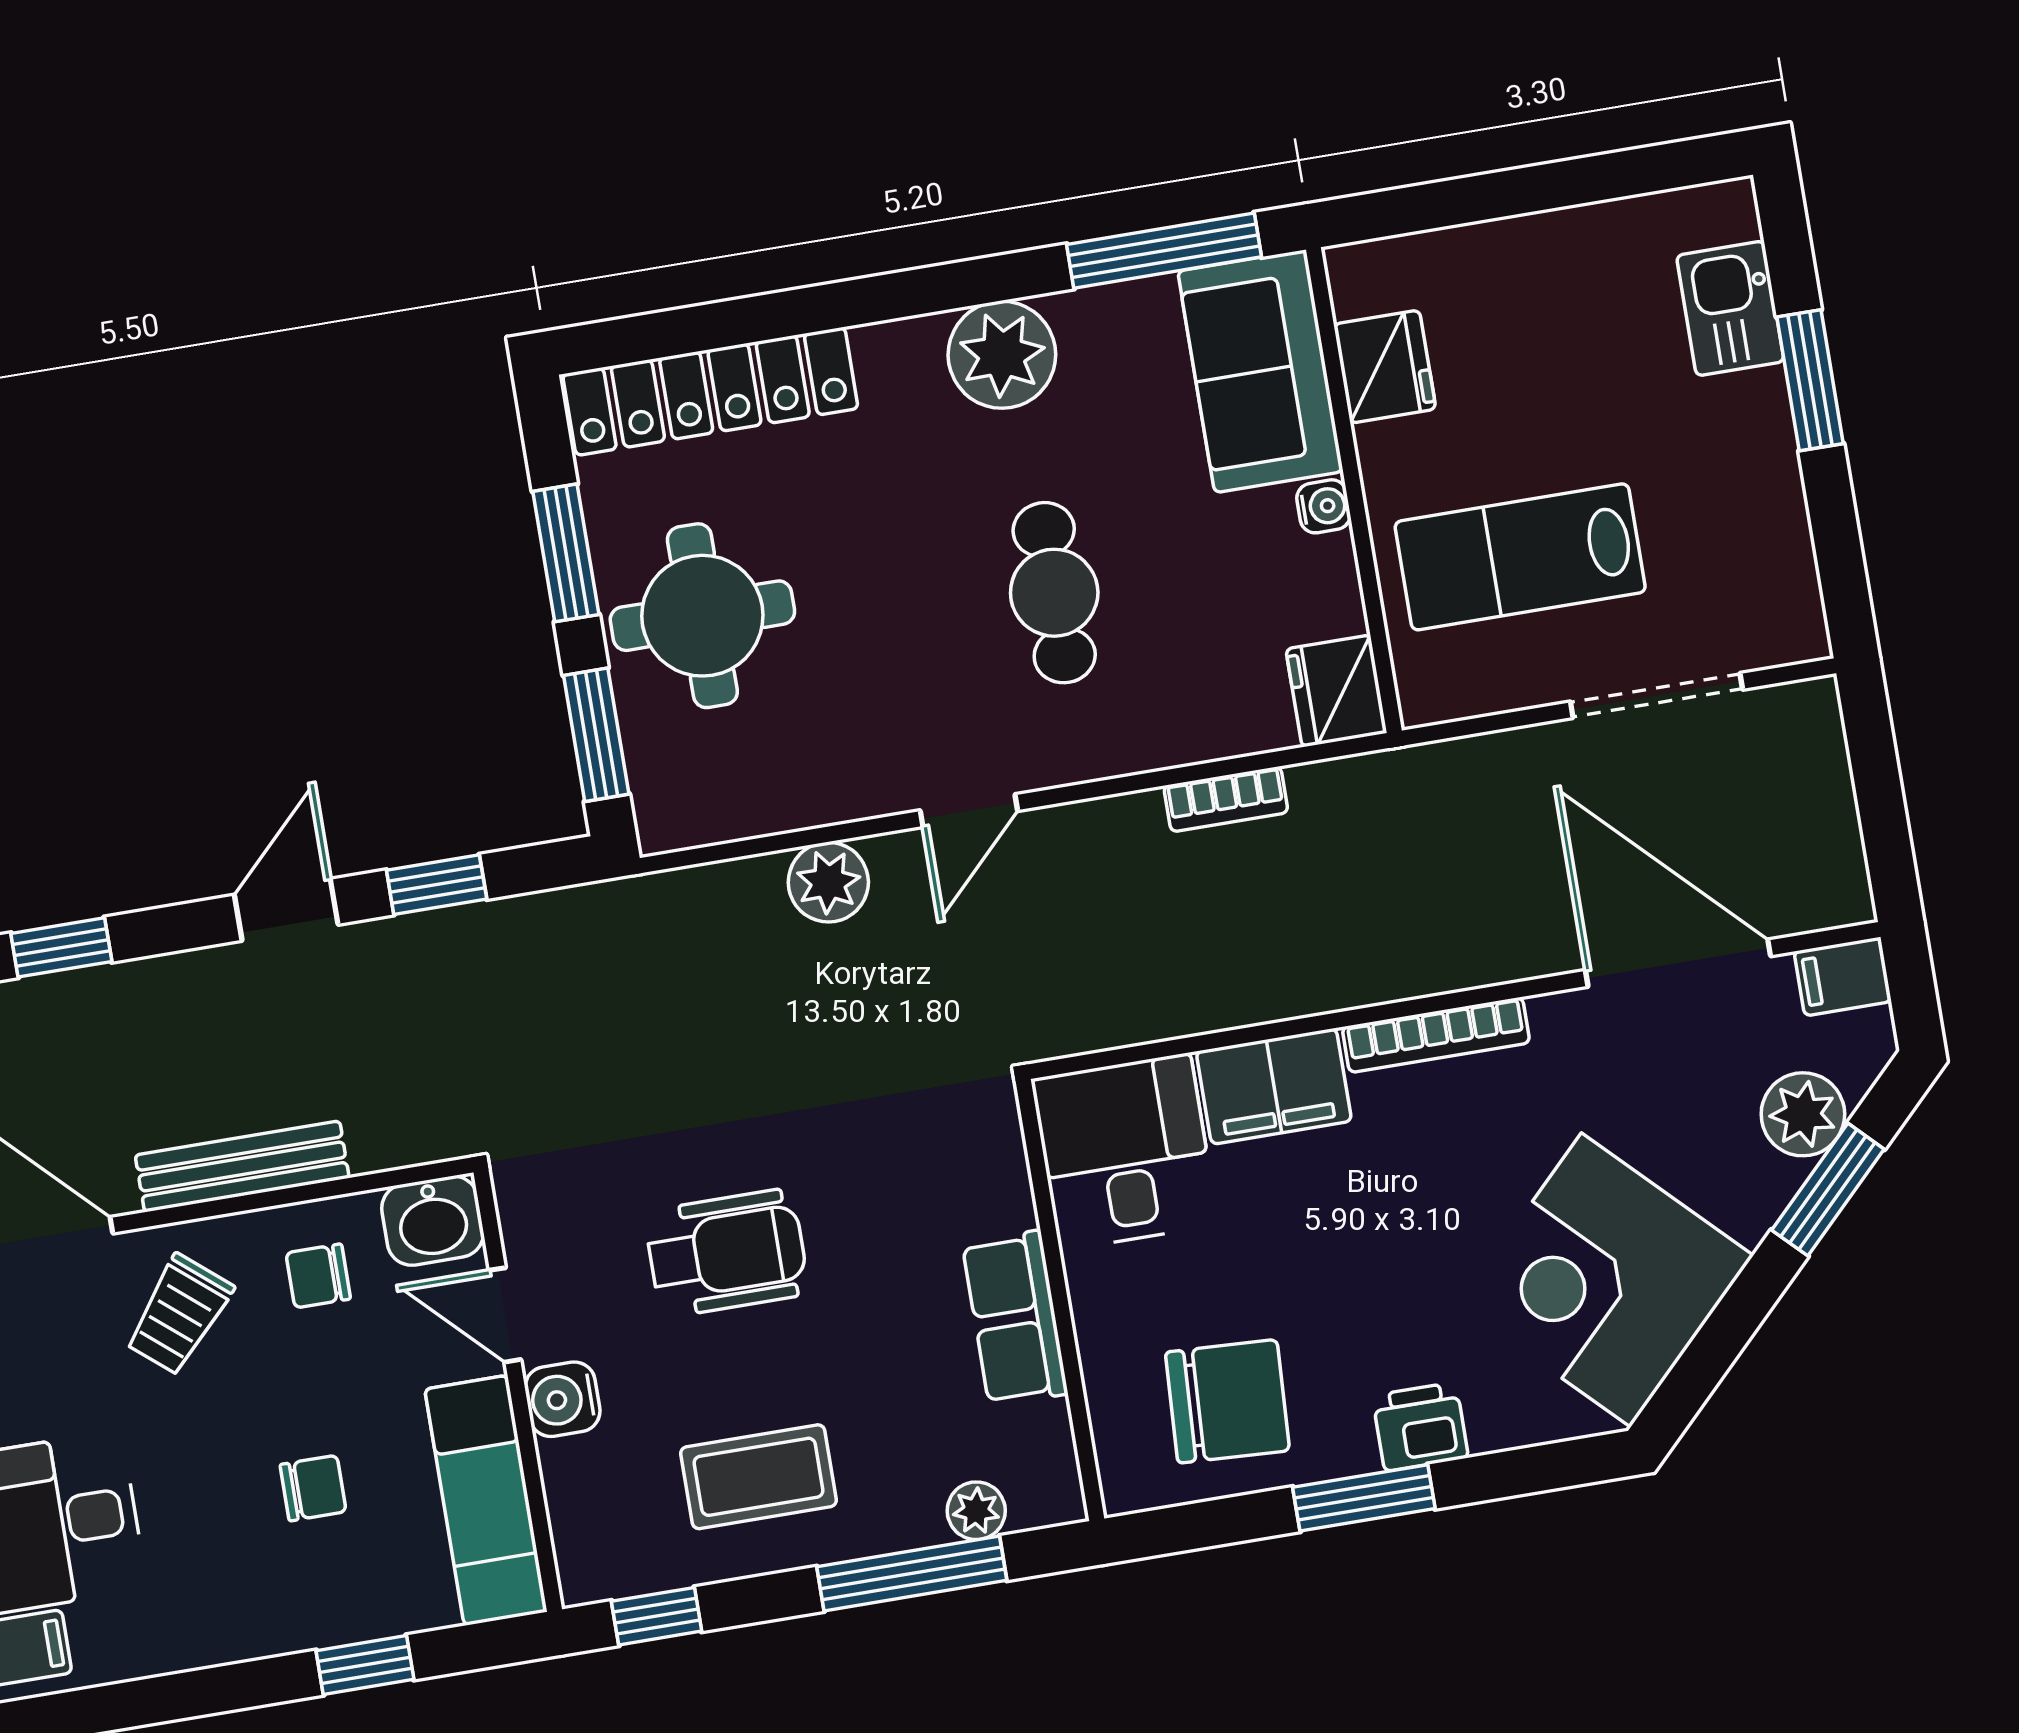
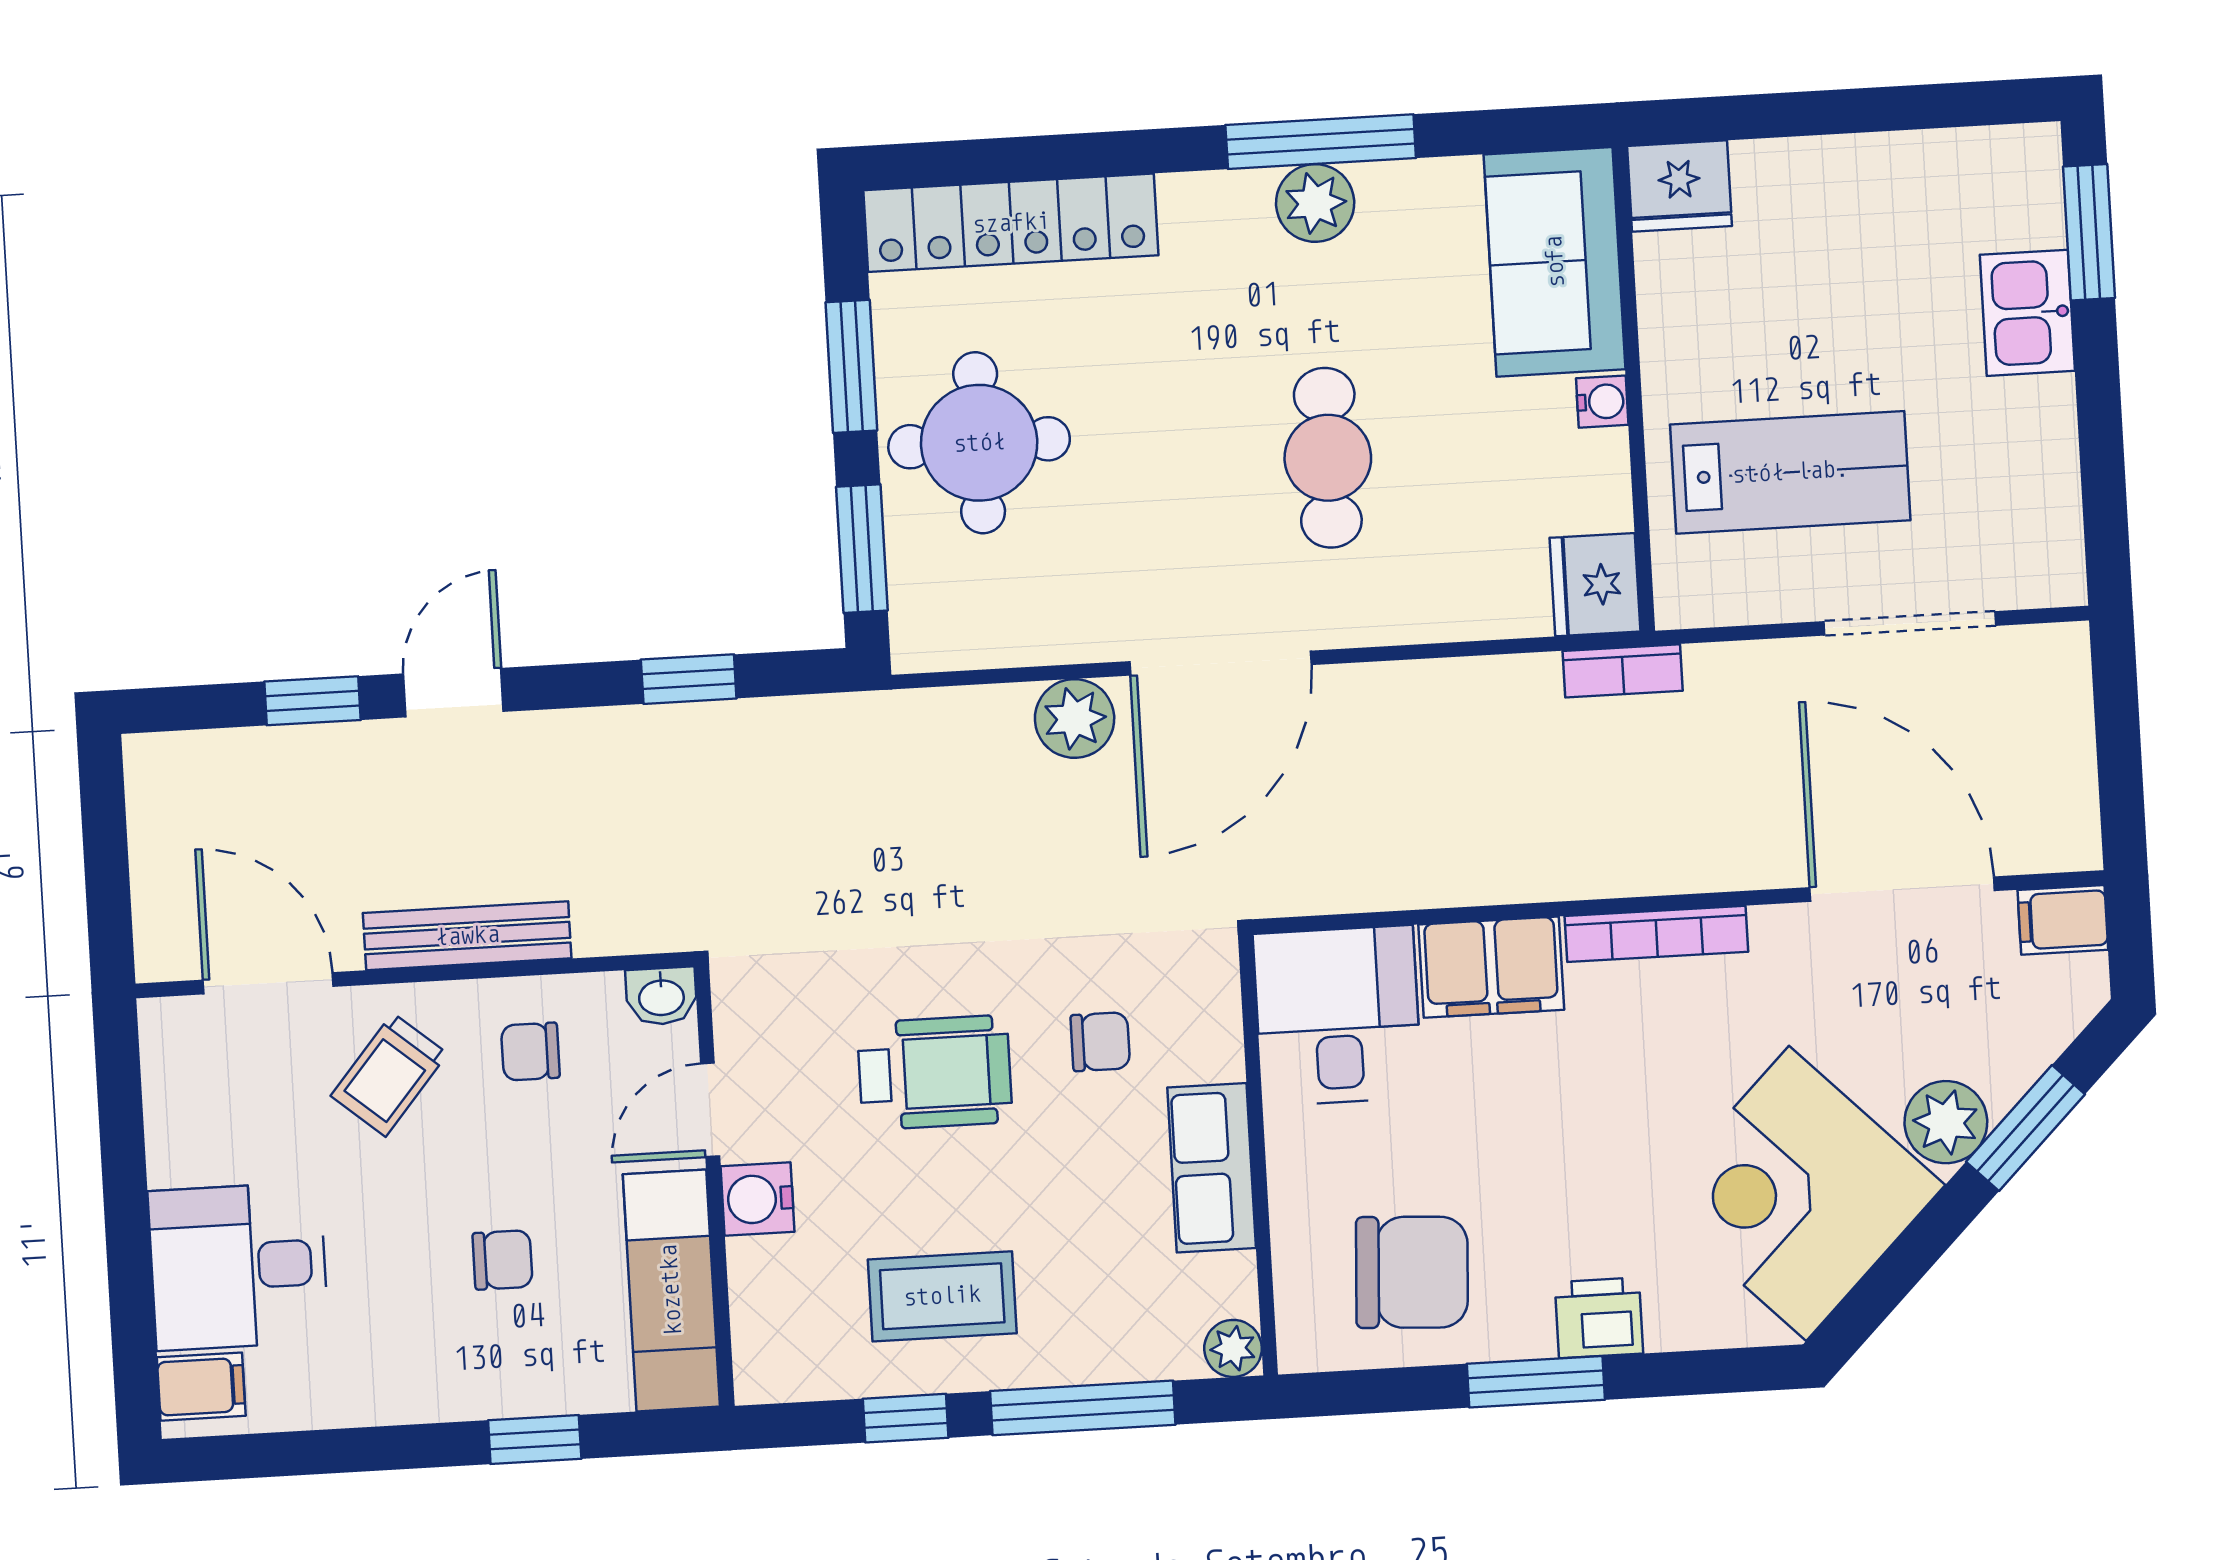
window: (1164, 251) -> (1321, 142), moved
kitchen sink: (1730, 308) -> (2027, 313), moved
plant: (1002, 355) -> (1315, 203), width x0.73, depth x0.73
fridge: (1385, 367) -> (1680, 186), moved, turned 90
window: (1810, 380) -> (2089, 232), moved
lab bench: (1520, 557) -> (1790, 472), turned 180
bookcase: (1226, 799) -> (1623, 671), moved
door: (969, 811) -> (1220, 663), width x1.87
door: (286, 910) -> (453, 693), moved
plant: (1803, 1114) -> (1946, 1122), moved
chair: (889, 1204) -> (1100, 1042), added
washbasin: (433, 1221) -> (661, 996), width x0.72, depth x0.69
door: (505, 1315) -> (710, 1110), hinge flipped
plant: (976, 1511) -> (1233, 1348), moved
window: (657, 1616) -> (906, 1418), moved

